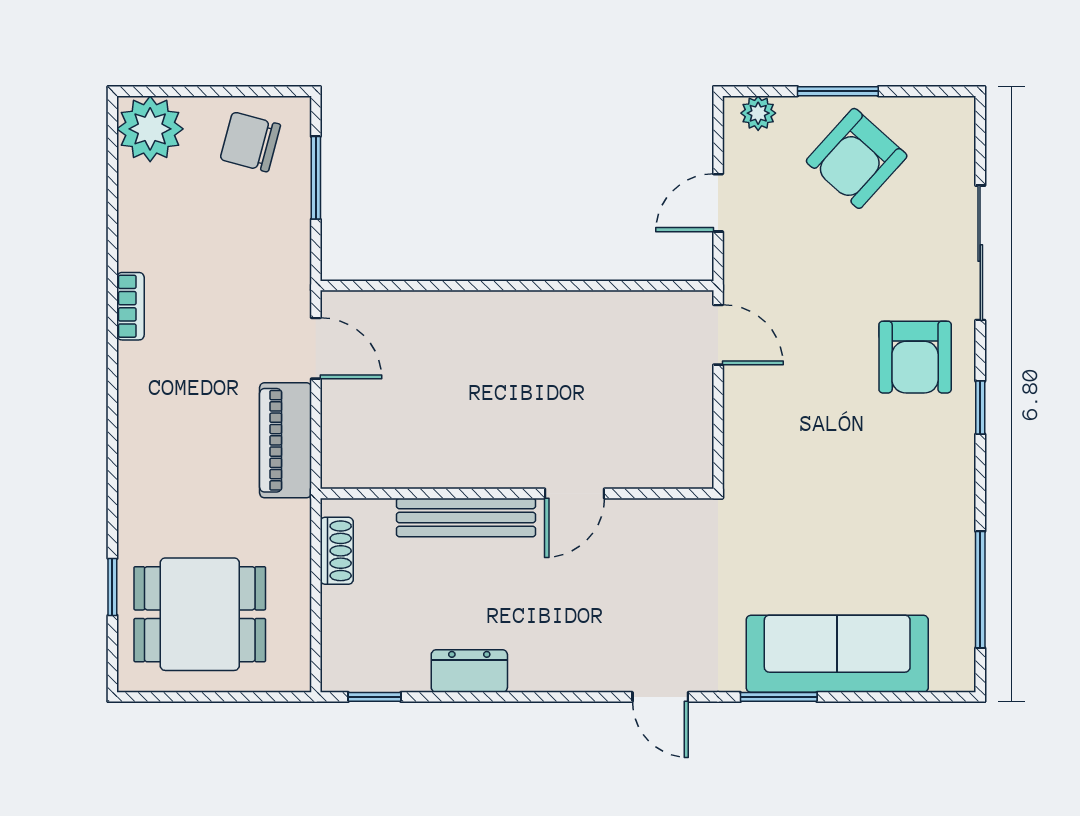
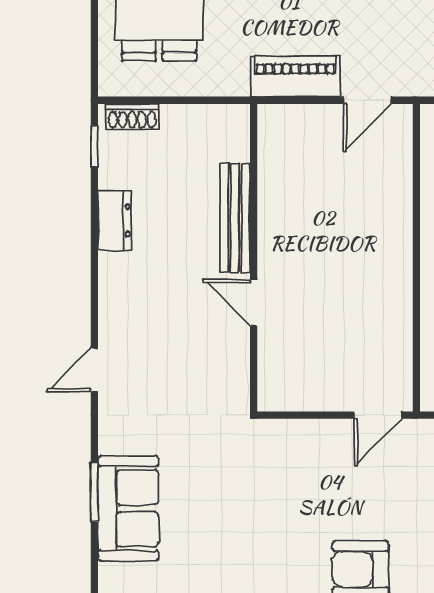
shoe rack: (337, 551) -> (132, 117), moved
sofa: (837, 654) -> (128, 508), width x0.73
window: (779, 697) -> (94, 492), moved

